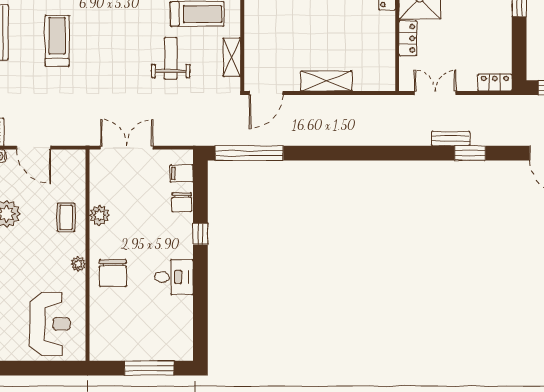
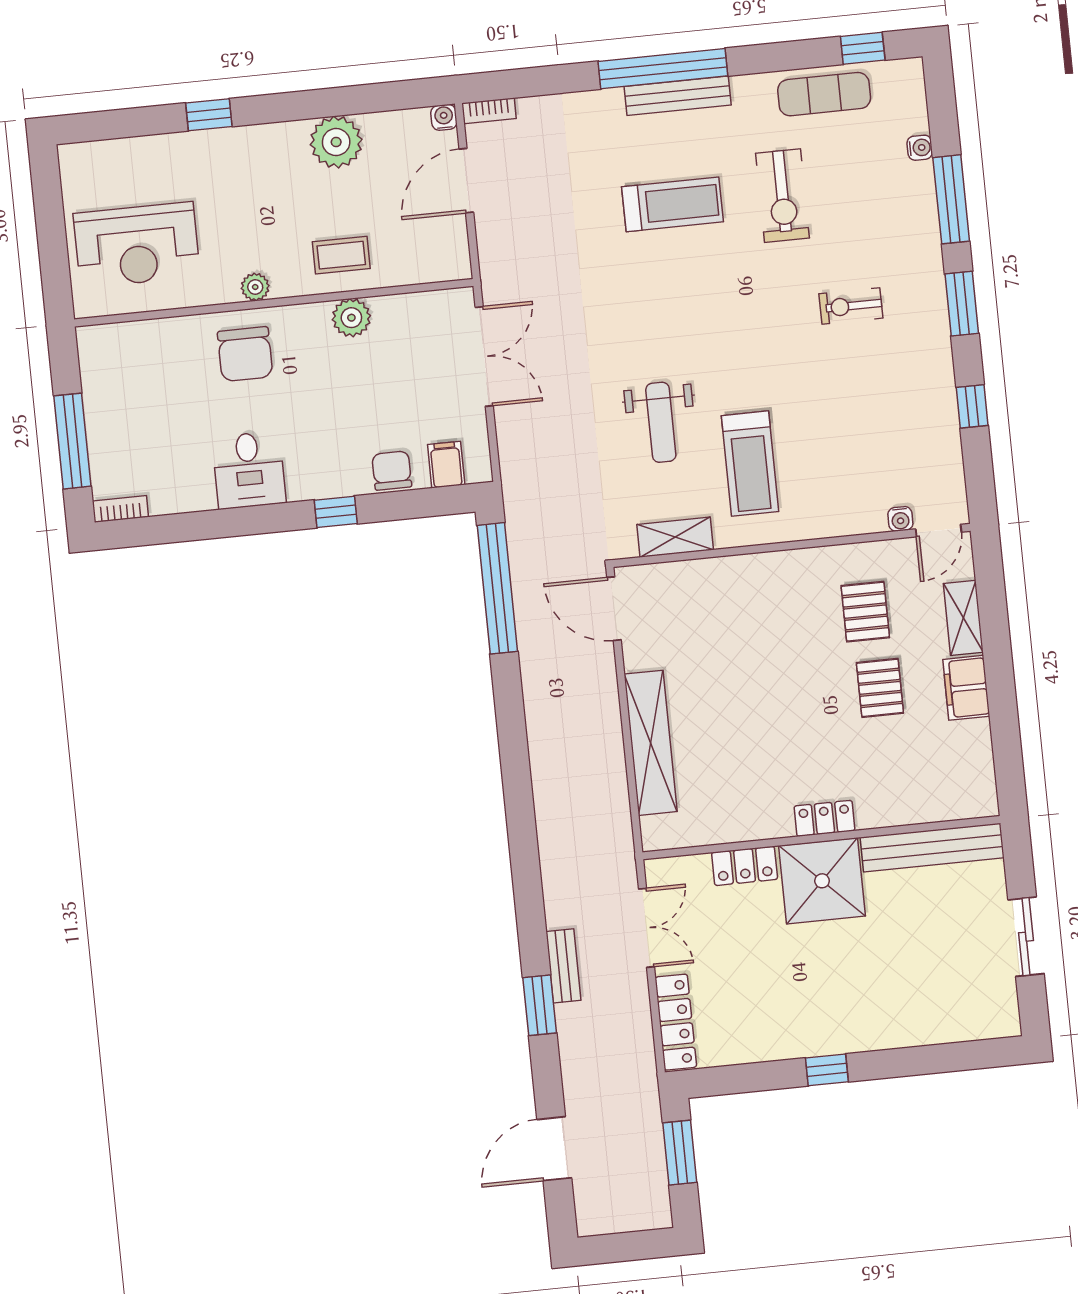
weight bench: (171, 59) -> (661, 422), turned 90
shelving: (326, 81) -> (651, 743), width x1.47
locker: (495, 83) -> (676, 1022), width x1.53
chair: (182, 202) -> (392, 471), turned 90
chair: (113, 273) -> (245, 354), turned -90
bookcase: (187, 347) -> (120, 509), added

